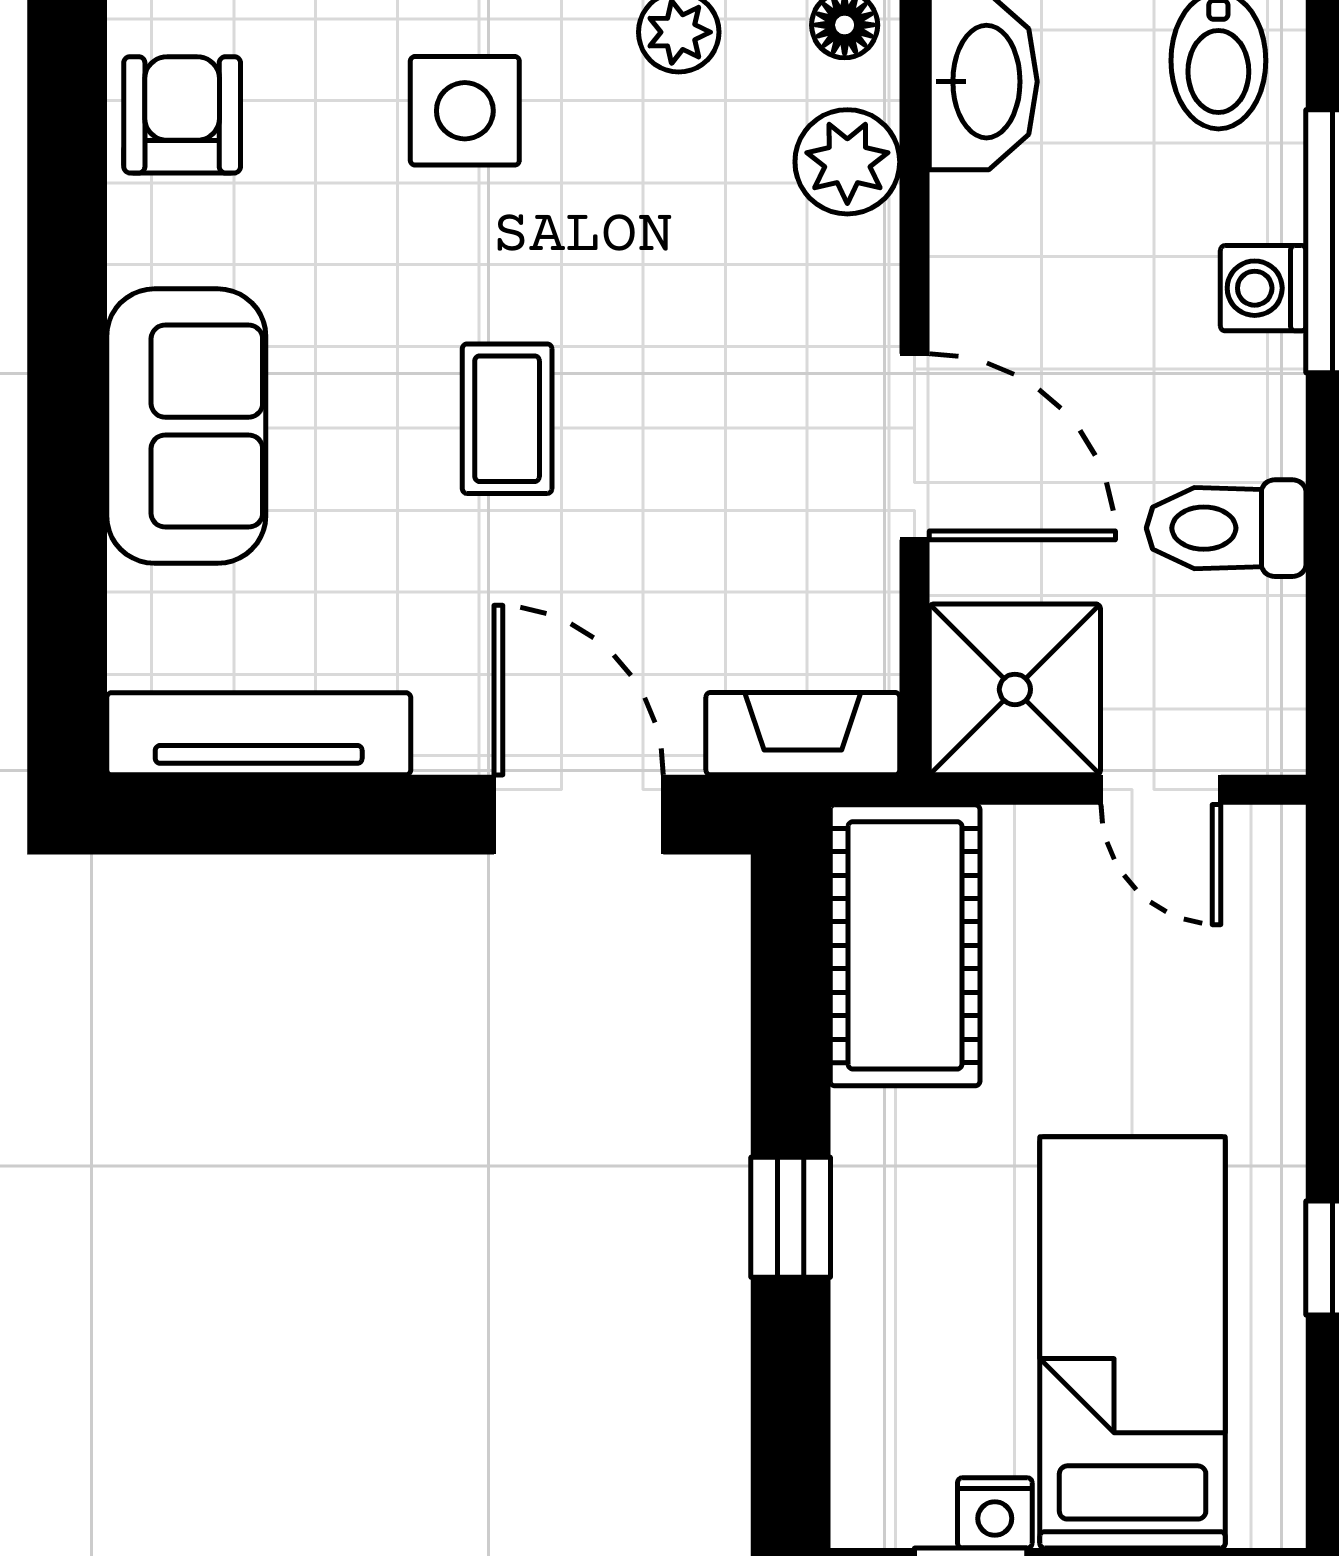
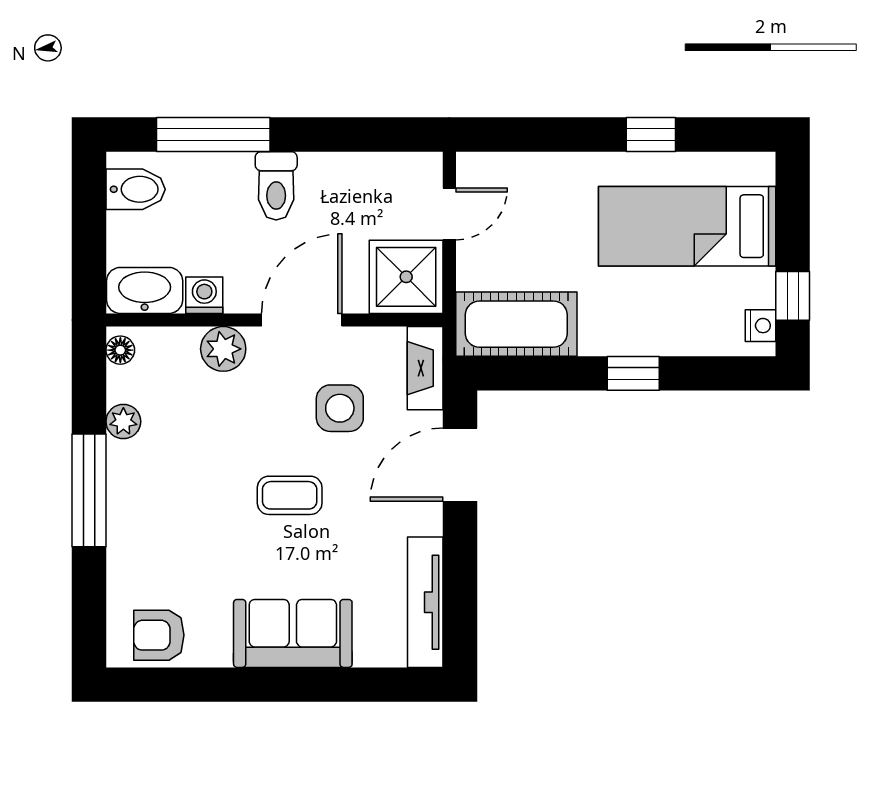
side table: (465, 111) -> (340, 408), moved
plant: (847, 162) -> (223, 349), moved
washing machine: (1263, 288) -> (204, 295), moved, turned 180
toilet: (1226, 528) -> (276, 186), moved
nightstand: (995, 1513) -> (760, 326), moved

